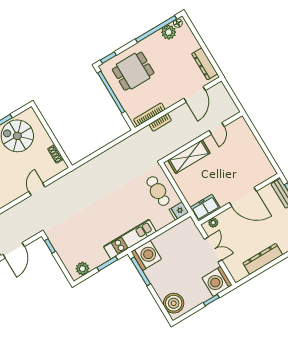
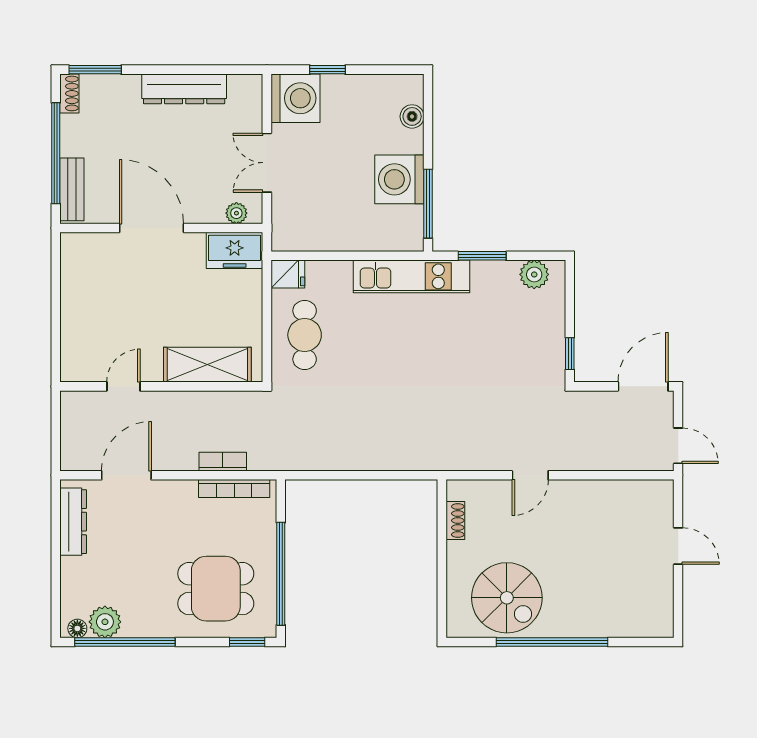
washing machine: (146, 255) -> (399, 179), moved
boiler: (174, 303) -> (412, 116), width x0.54, depth x0.54

